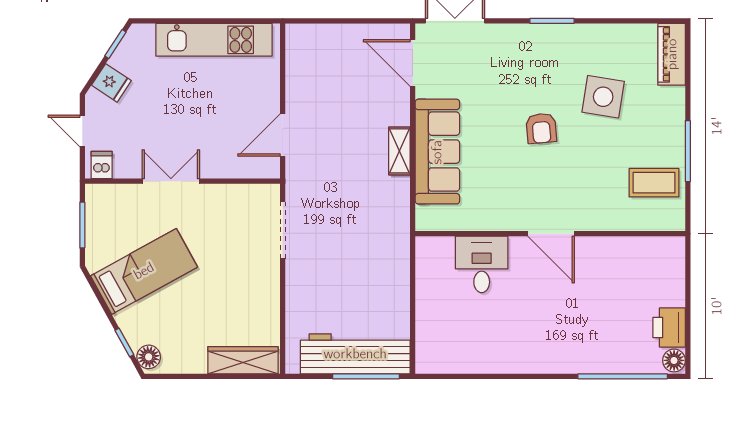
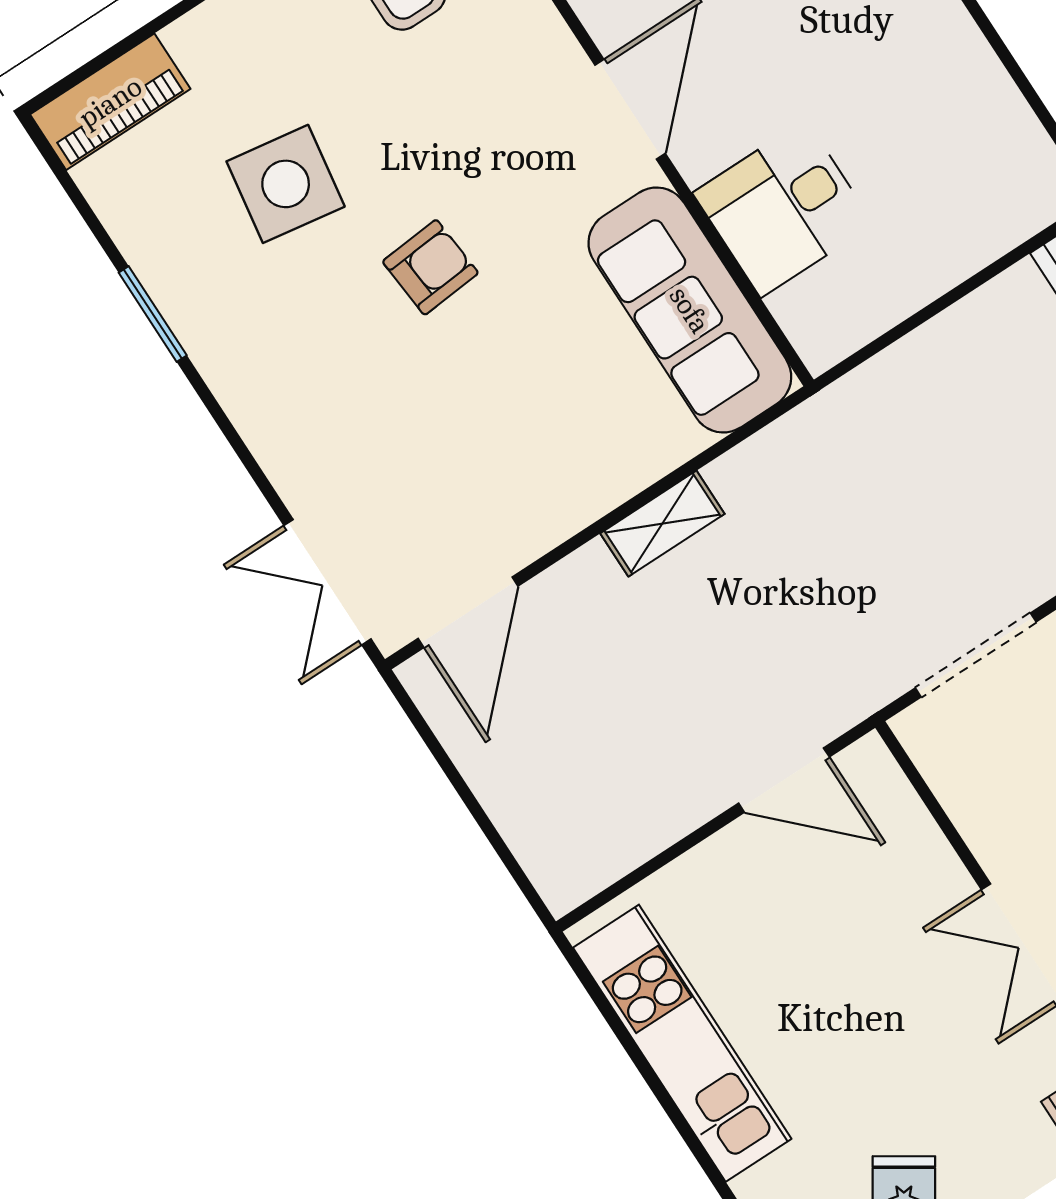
window: (552, 21) -> (153, 314), moved
sofa: (437, 152) -> (690, 310), moved, turned -90

